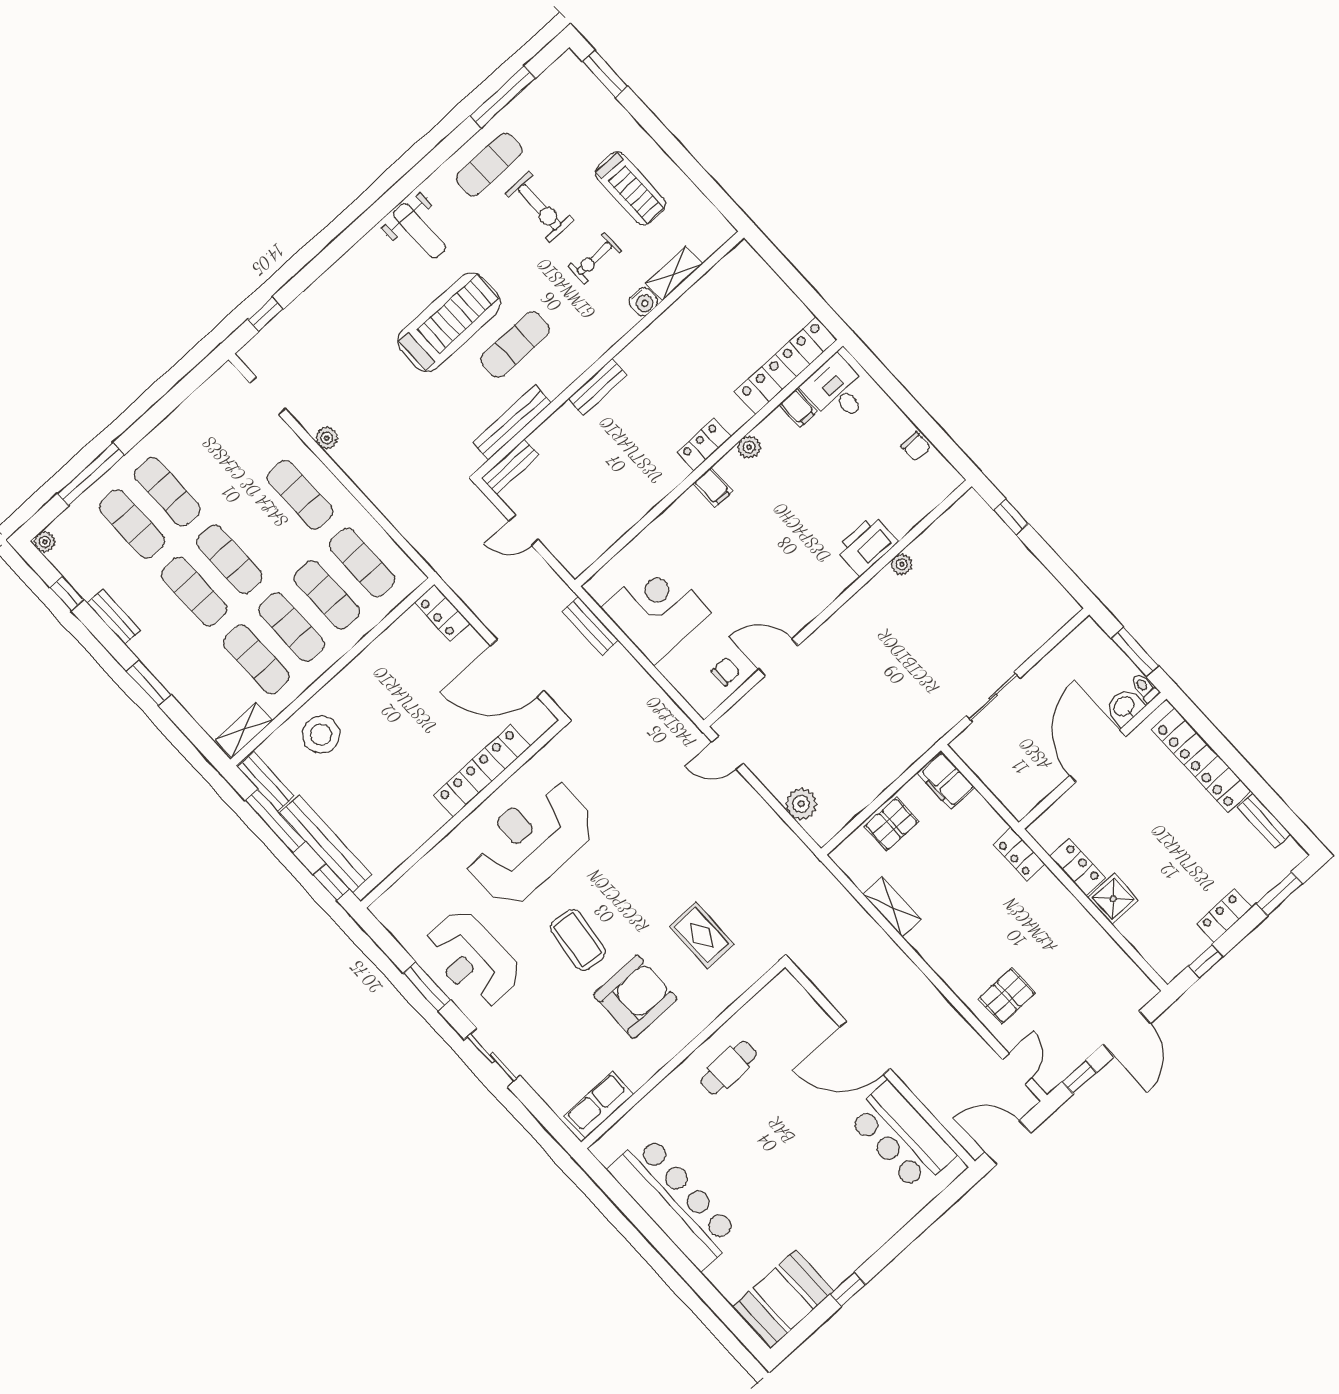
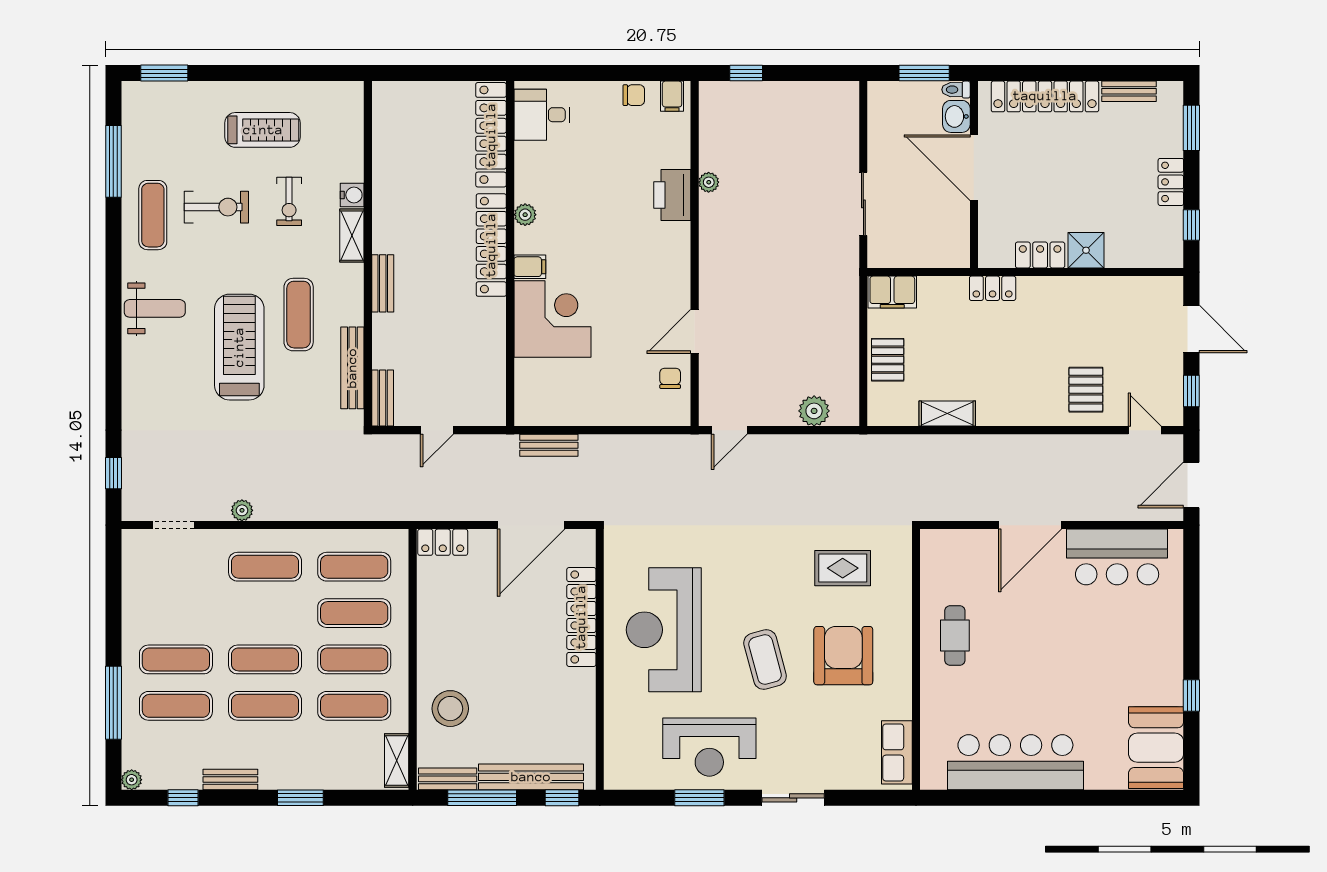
shelving: (674, 273) -> (352, 236), moved
filing cabinet: (798, 408) -> (672, 96), moved, turned 90
locker: (704, 445) -> (491, 245), width x2.16, depth x1.21
corner desk: (656, 610) -> (552, 319), moved, turned 90
coffee table: (578, 940) -> (765, 660), turned 68

